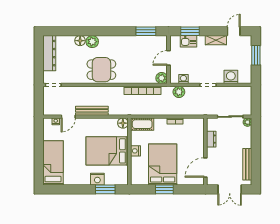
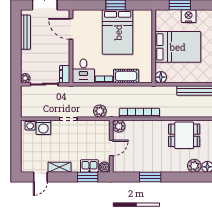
window: (146, 31) -> (150, 177), moved
boiler: (175, 40) -> (104, 167), added
window: (256, 55) -> (16, 151), removed
washing machine: (183, 79) -> (30, 125), moved
cot: (142, 124) -> (126, 76), moved
desk: (194, 129) -> (83, 71), added
dresser: (211, 139) -> (65, 74), moved
nightstand: (135, 151) -> (147, 47), removed
door: (205, 167) -> (71, 29), swing flipped

